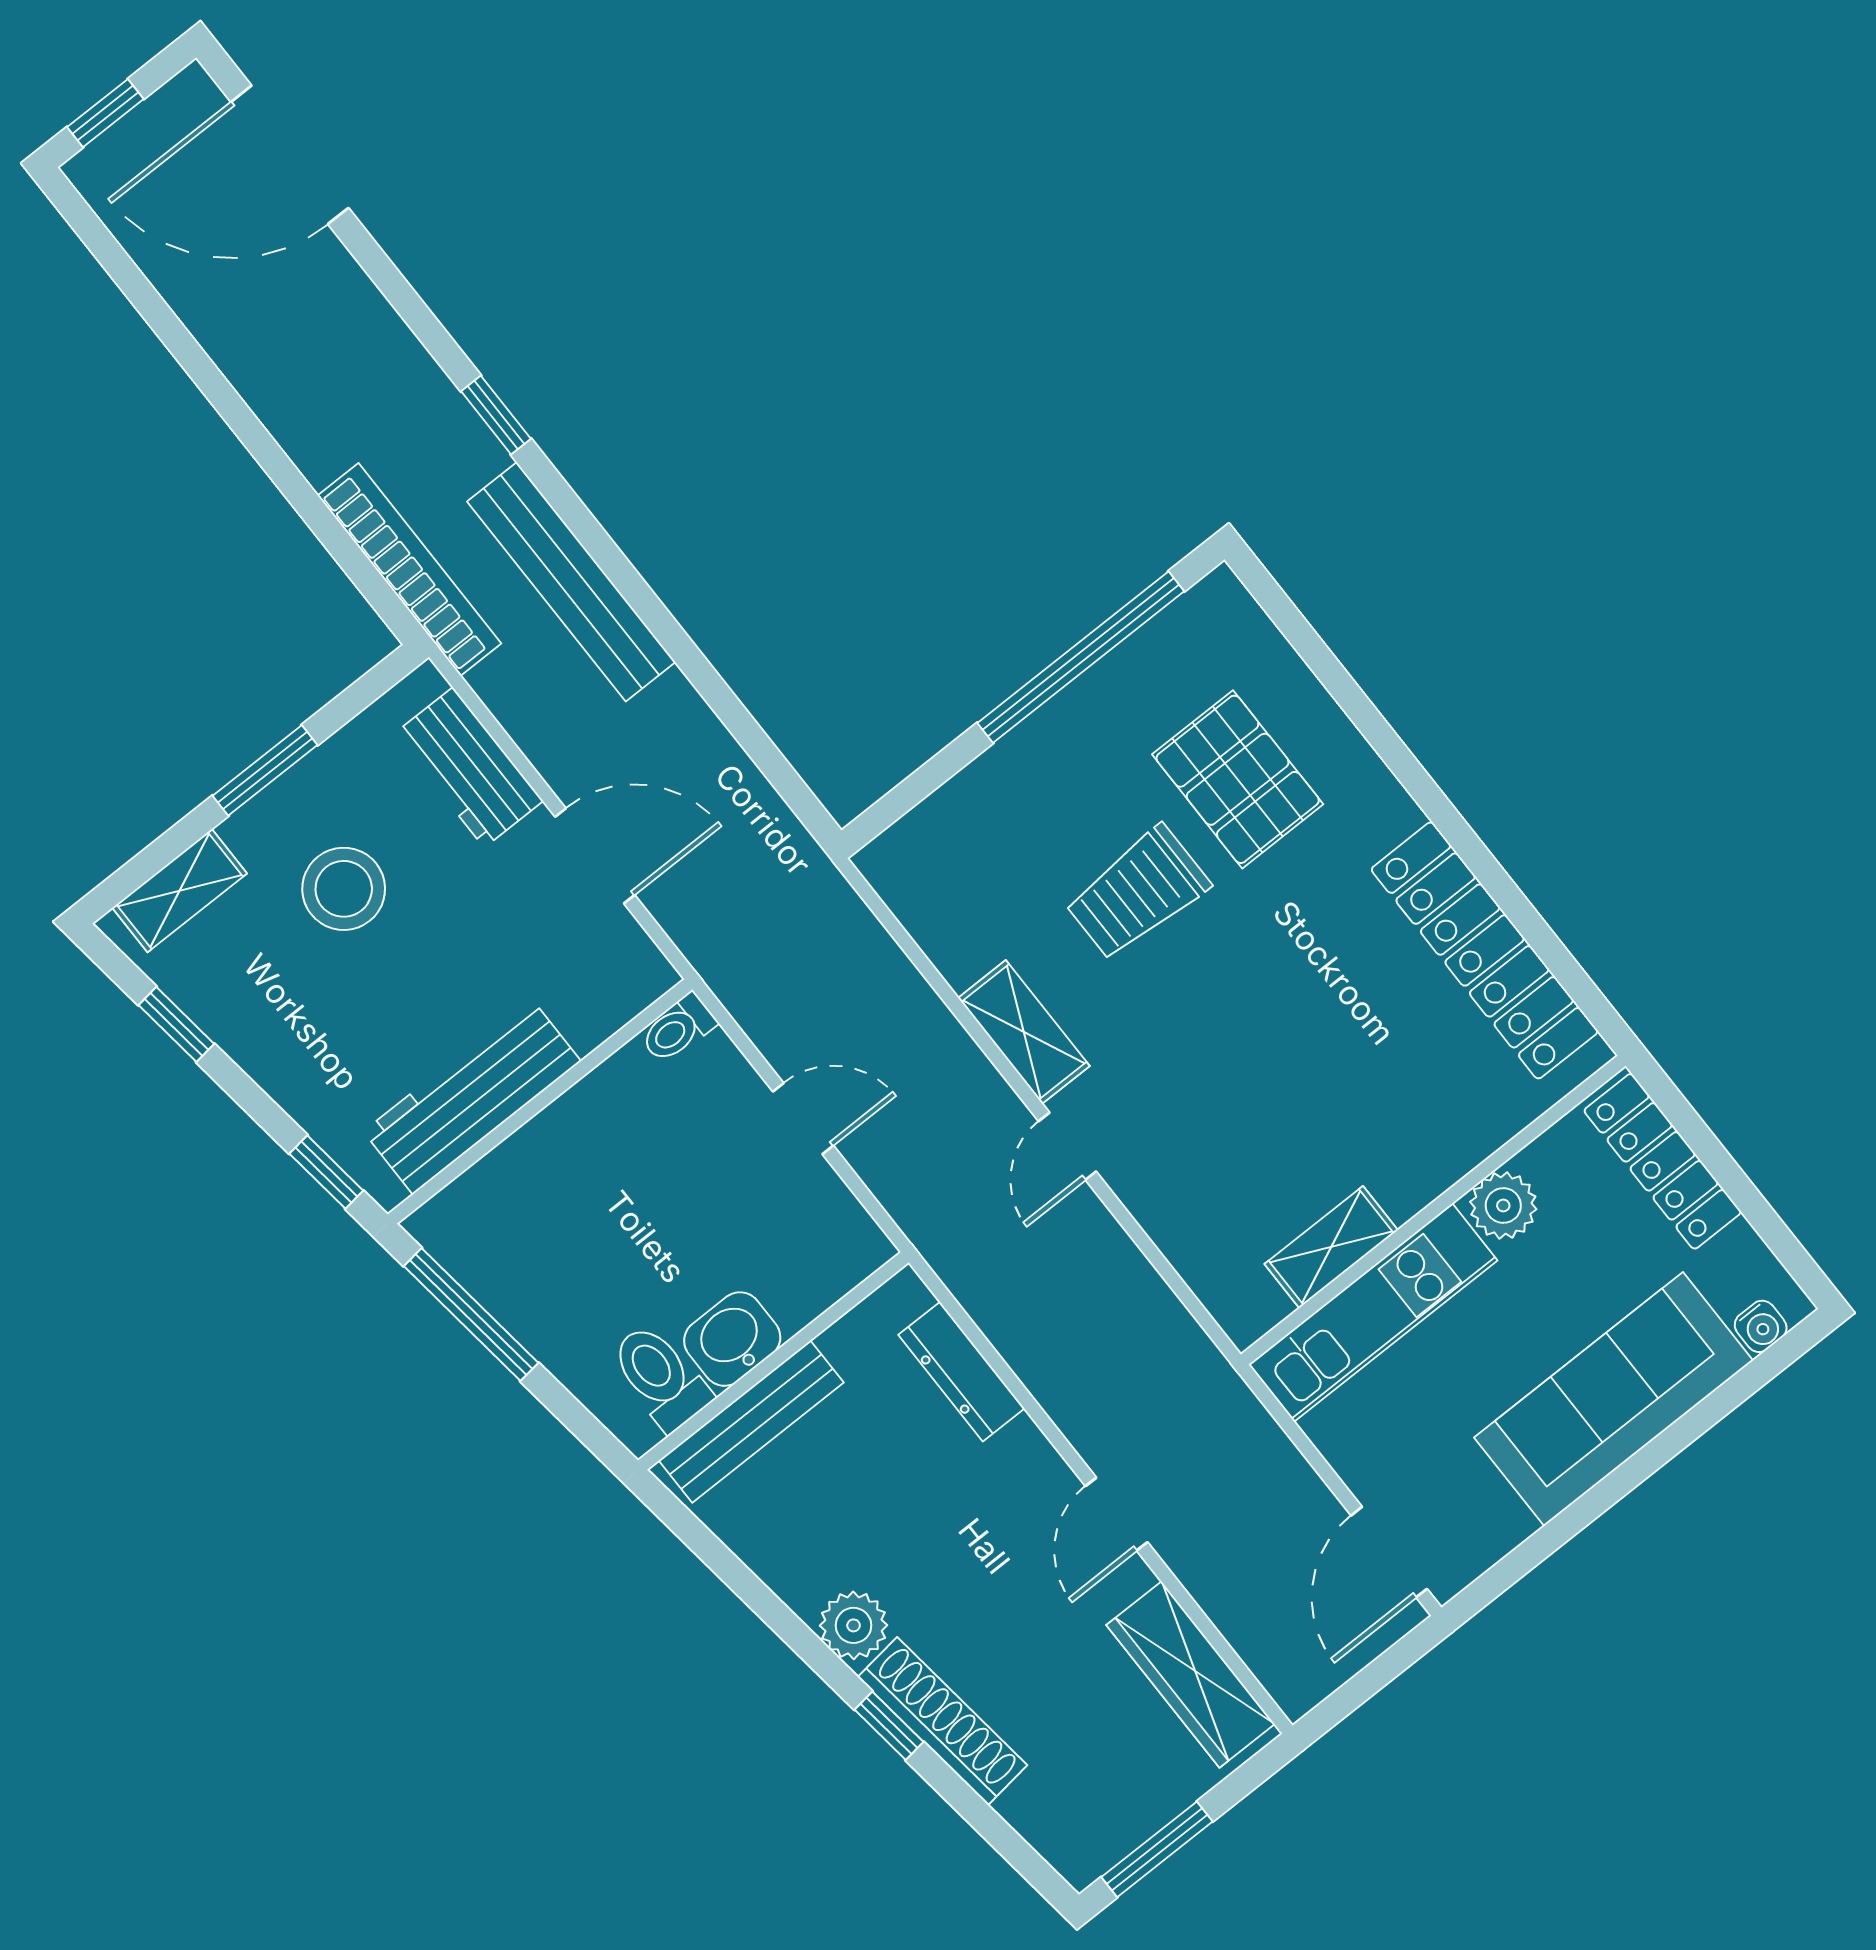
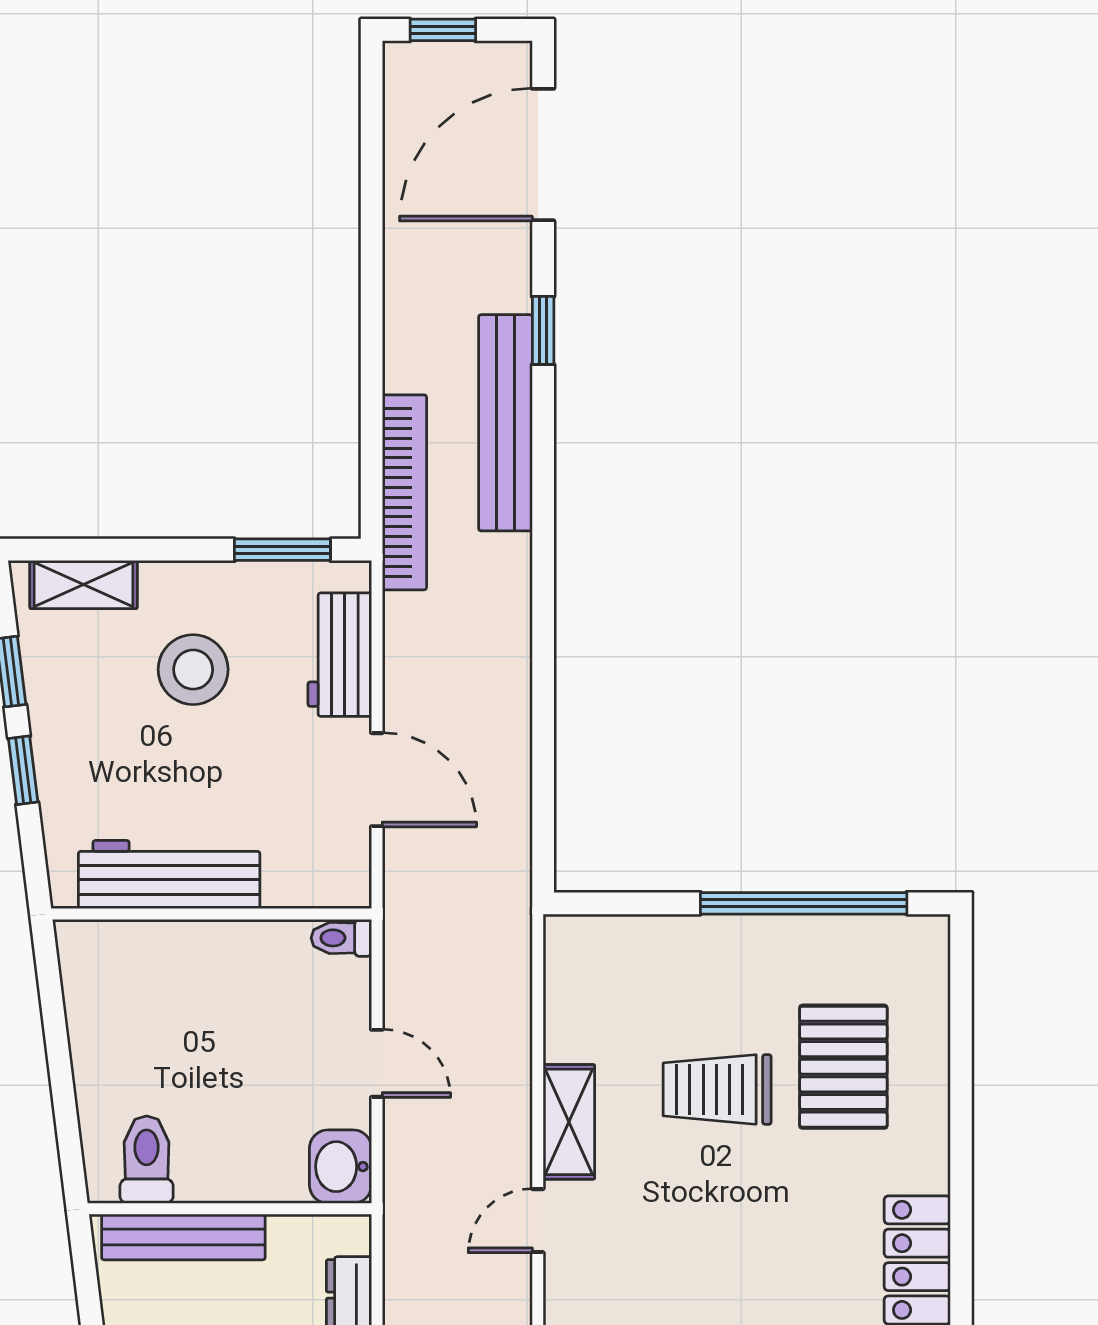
door: (290, 155) -> (543, 155), hinge flipped
window: (496, 415) -> (543, 330), moved
bench: (571, 582) -> (505, 423), moved
window: (265, 770) -> (282, 550), moved
window: (326, 1172) -> (23, 770), moved
window: (471, 1314) -> (54, 1019), removed
washbasin: (732, 1339) -> (341, 1167), moved, turned -90

